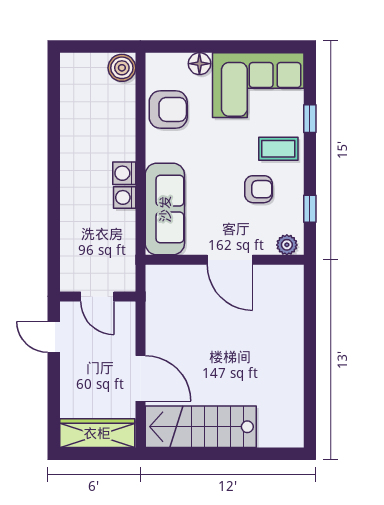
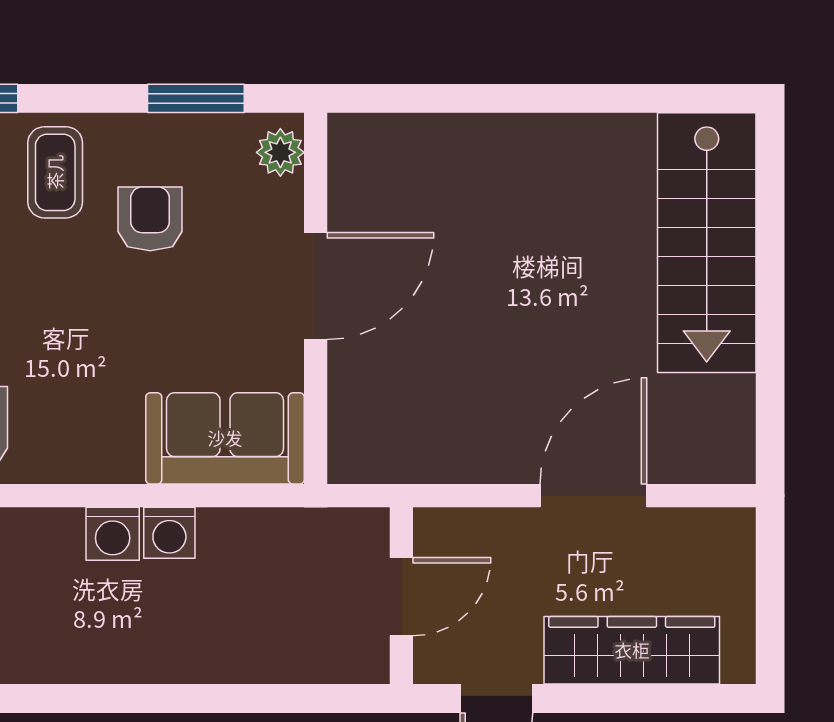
sofa: (165, 209) -> (225, 438), width x0.73
window: (310, 209) -> (196, 98), width x1.50
stairs: (201, 427) -> (707, 243), moved
wardrobe: (97, 433) -> (632, 650), moved, turned 90

